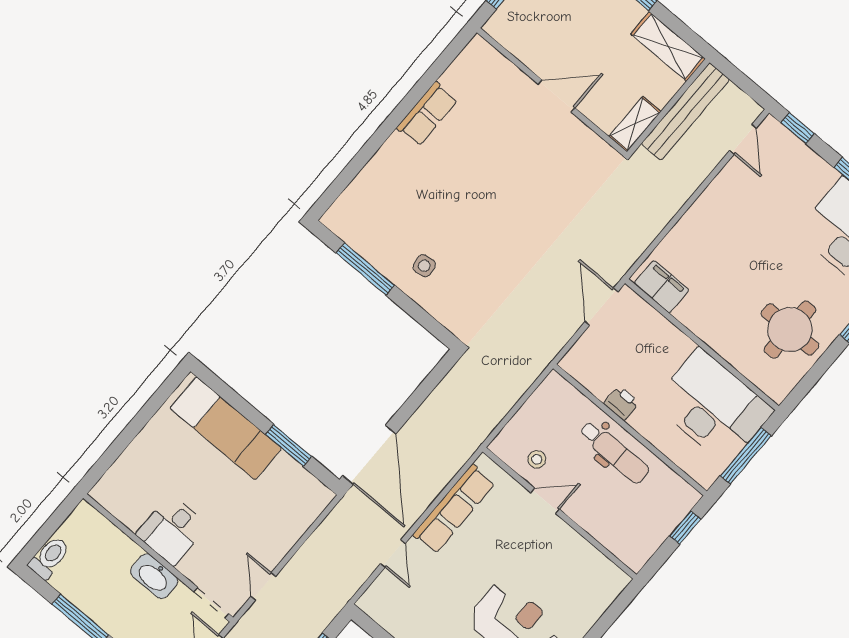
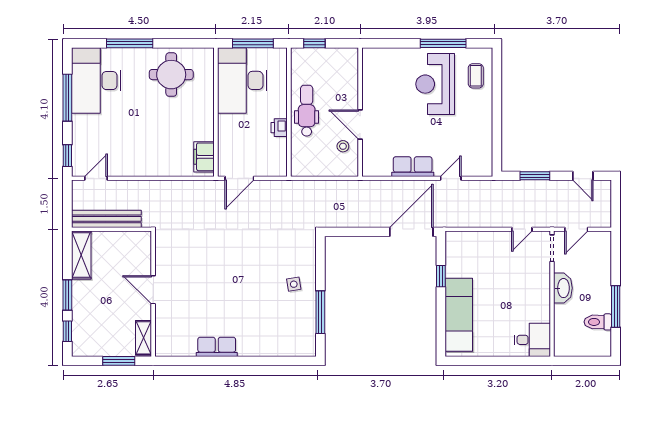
shelving: (635, 124) -> (144, 338), moved, turned 90
window: (289, 445) -> (441, 276), width x0.67
door: (545, 501) -> (360, 125), width x1.38
row of seats: (454, 509) -> (413, 167), width x0.68
desk: (172, 530) -> (532, 340), moved
toilet: (49, 558) -> (598, 322), moved

